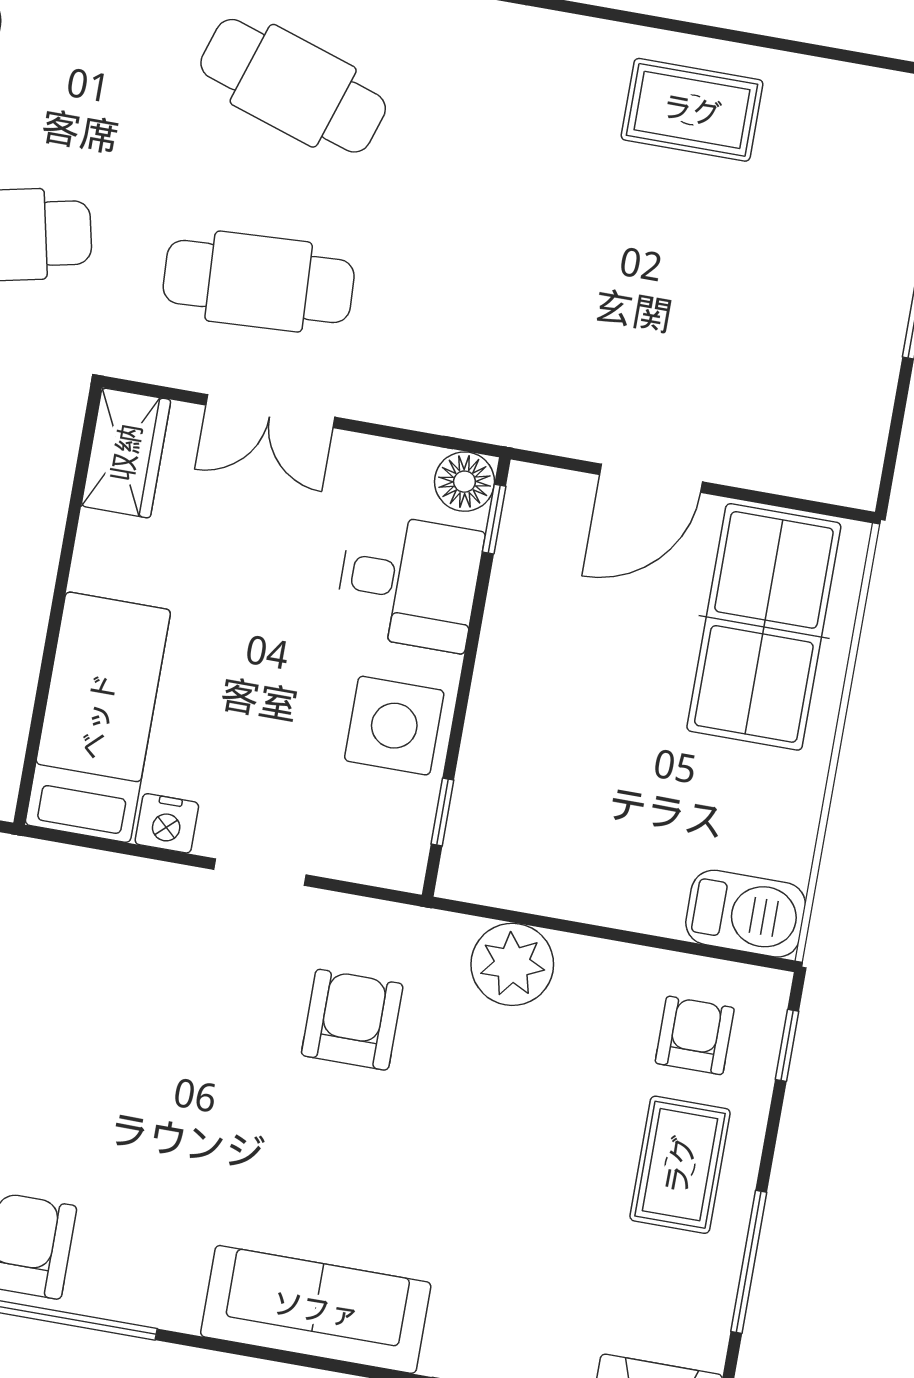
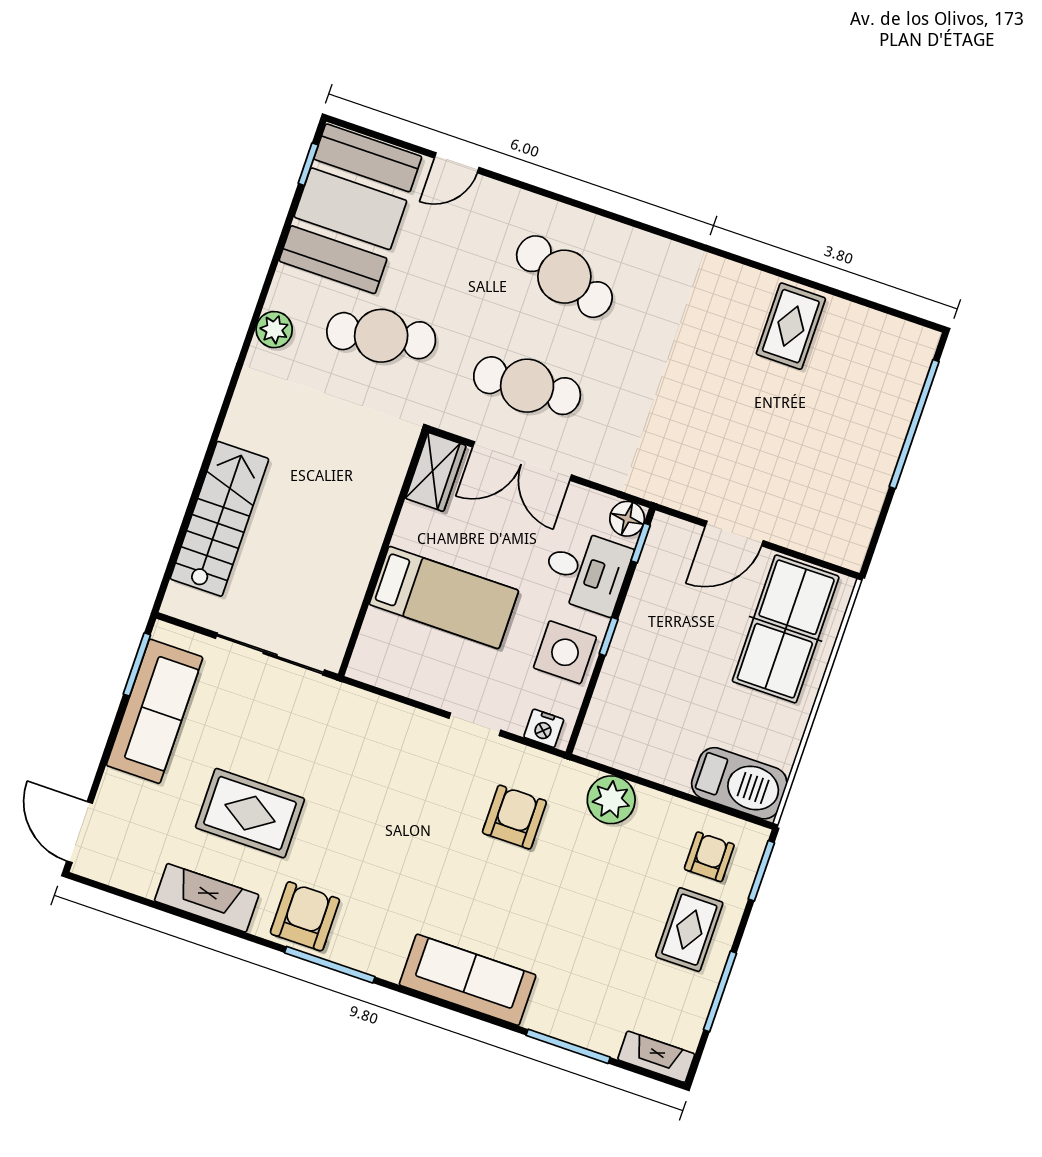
rug: (692, 110) -> (791, 326), turned 90
double door: (270, 411) -> (522, 461), width x1.37
bed: (98, 717) -> (444, 597), moved, turned 90
window: (442, 812) -> (609, 636), moved
nightstand: (167, 823) -> (544, 728), moved
barbecue: (746, 914) -> (739, 783), width x1.37, depth x1.21
window: (787, 1045) -> (761, 871), width x1.50

